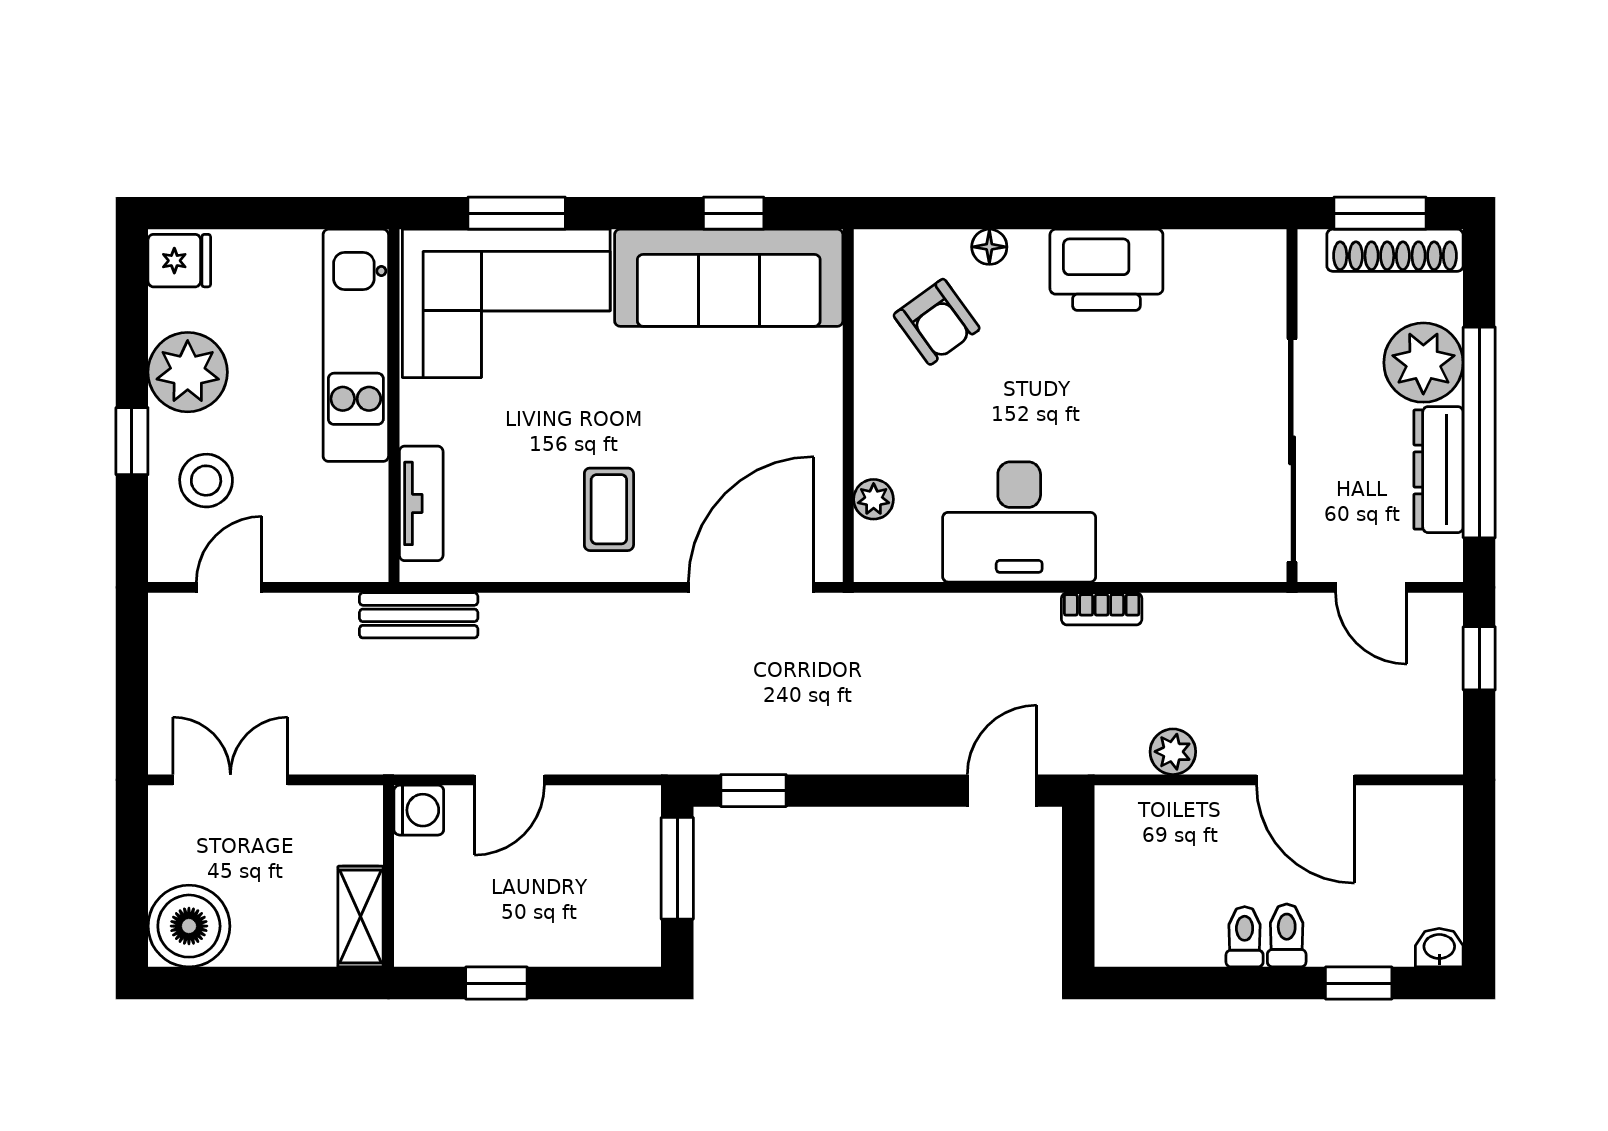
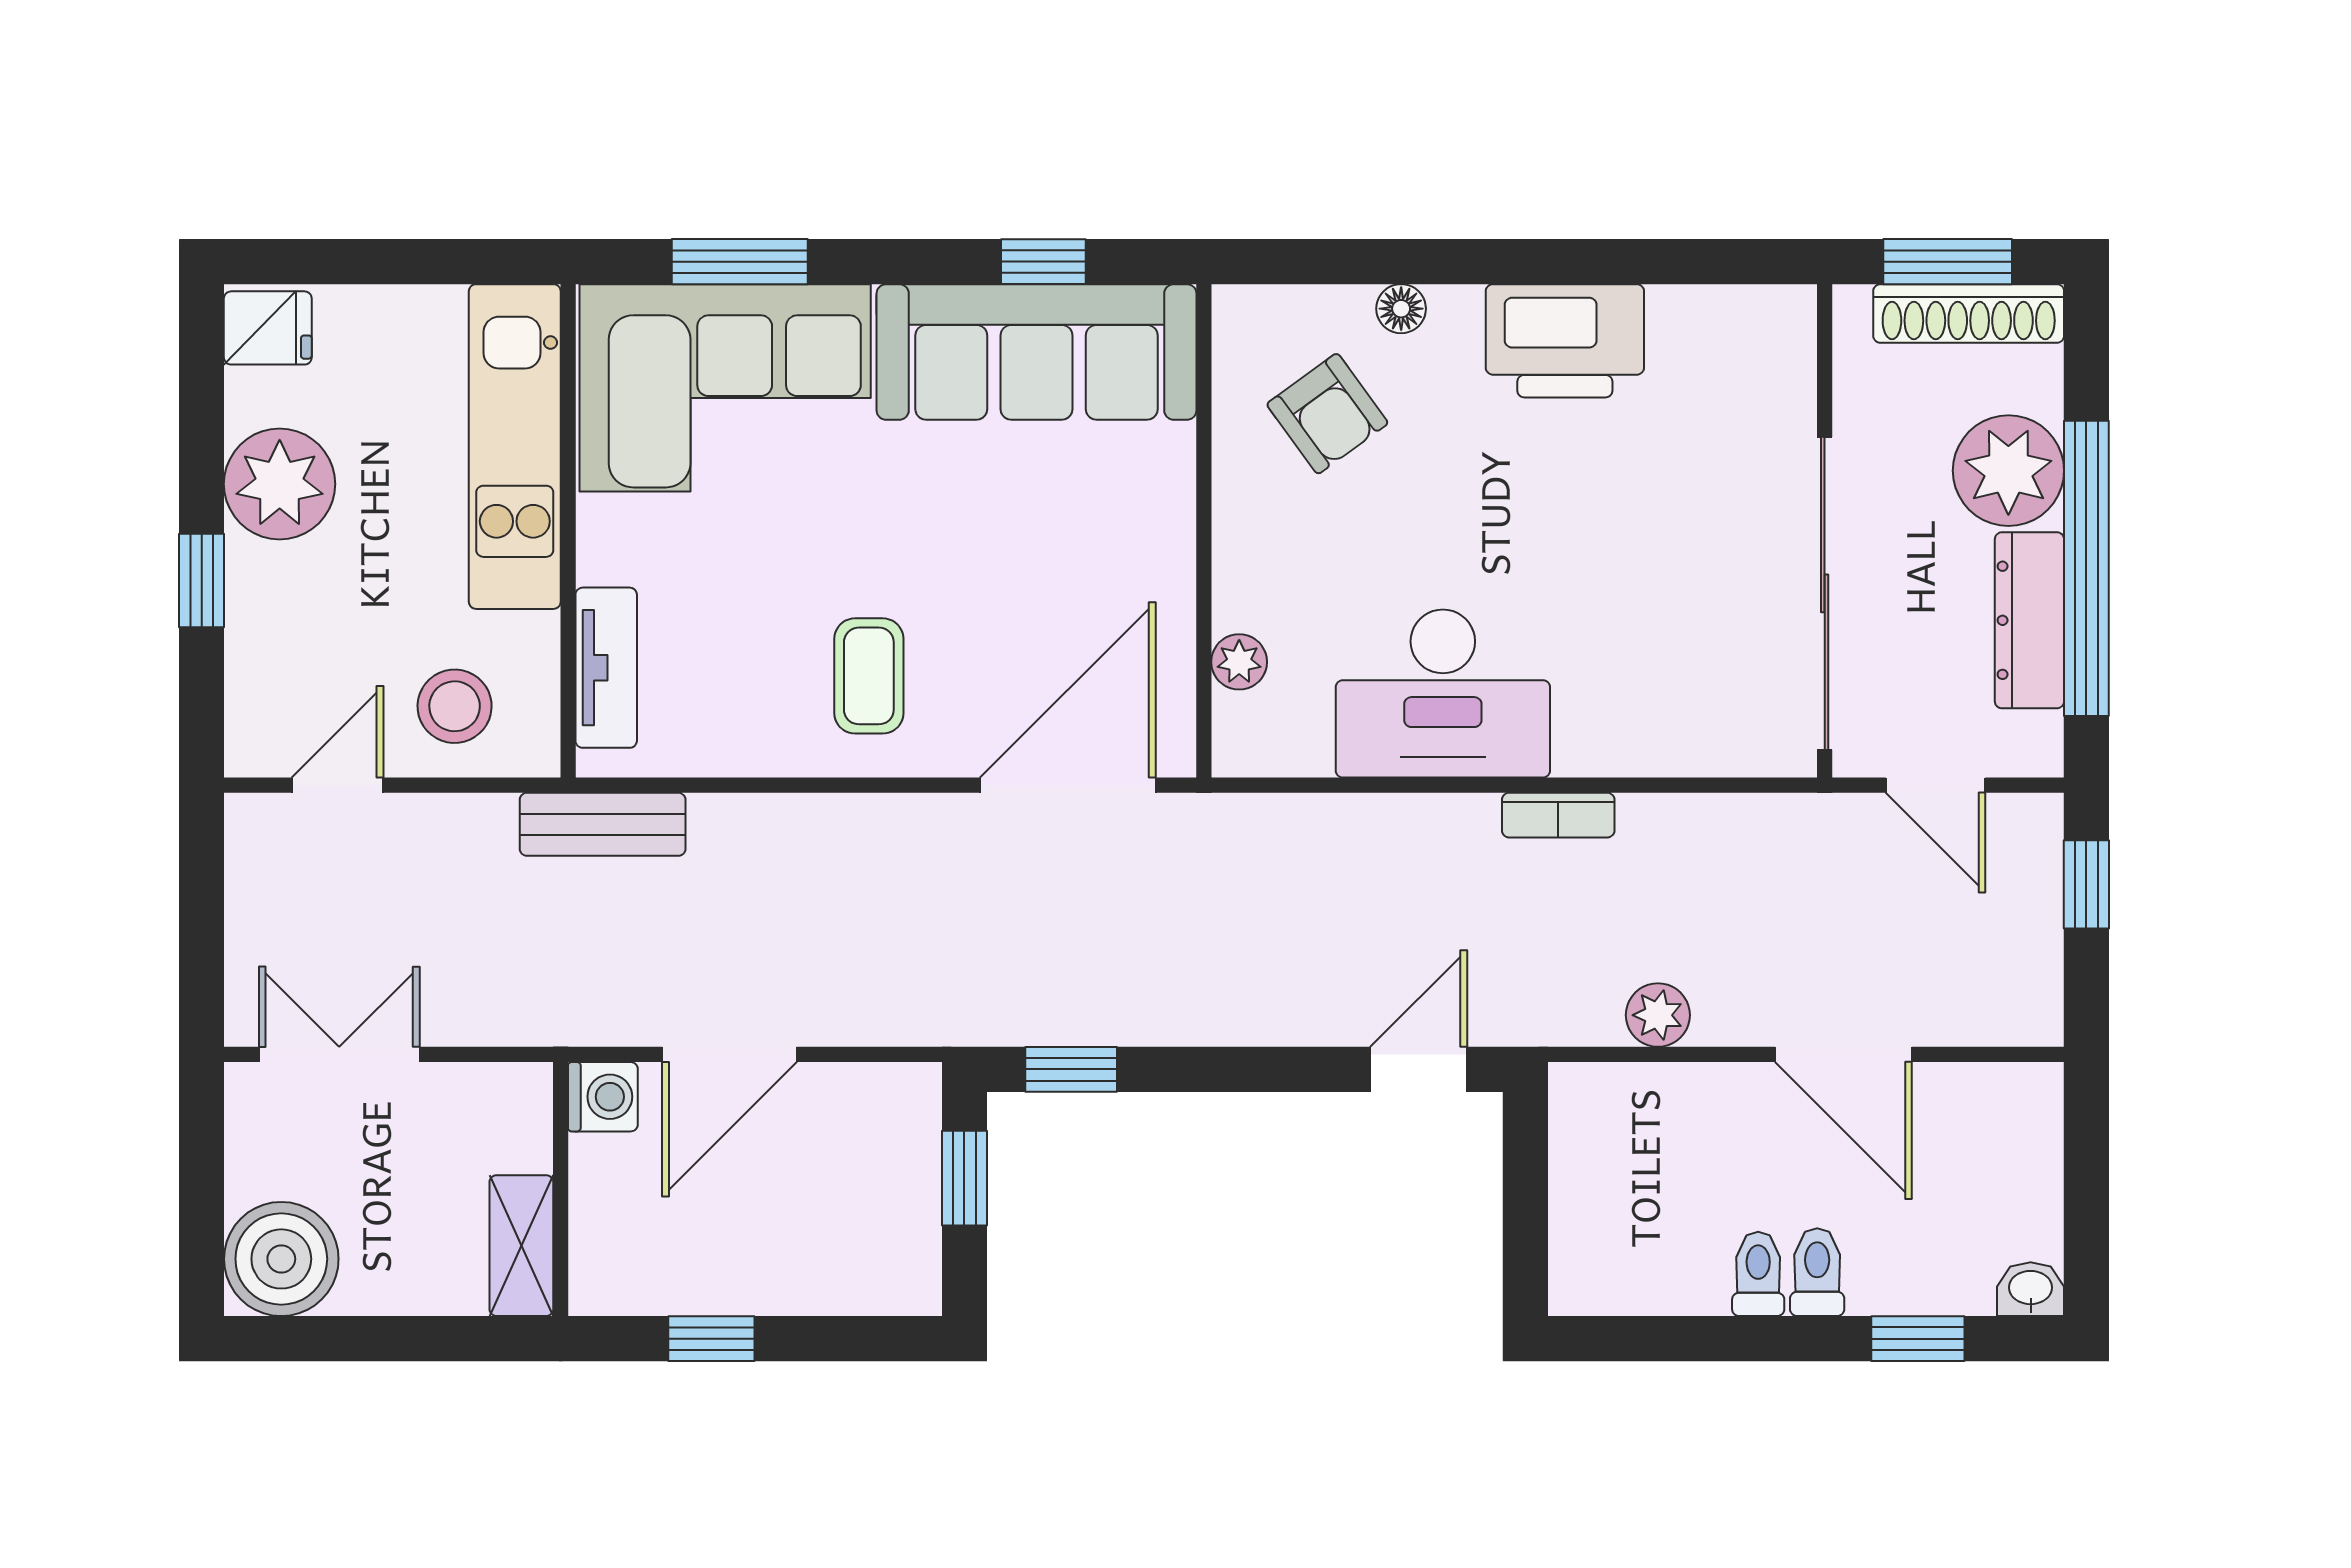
stool: (206, 481) -> (455, 706), moved
door: (509, 780) -> (729, 1054), width x1.38
window: (677, 868) -> (964, 1178), width x0.67

